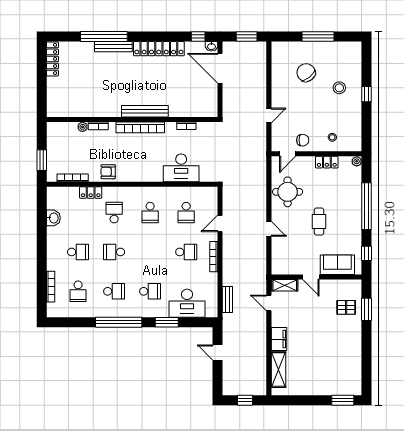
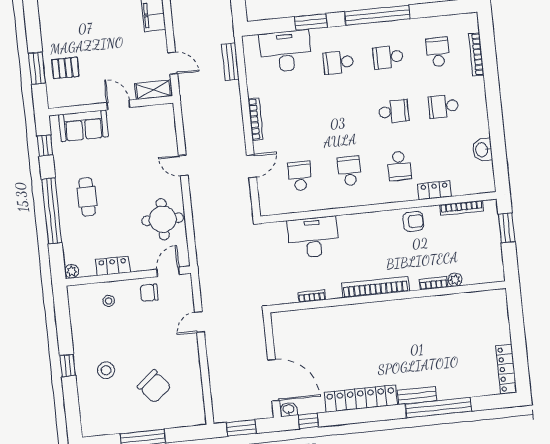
bench: (113, 47) -> (417, 396), width x0.73
bench: (145, 111) -> (371, 310), removed
cafe table: (319, 221) -> (87, 197), moved
school desk: (186, 252) -> (294, 122), removed

